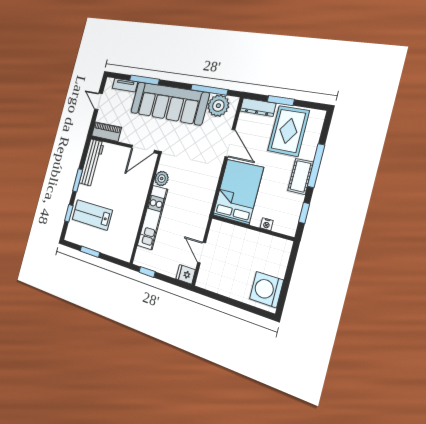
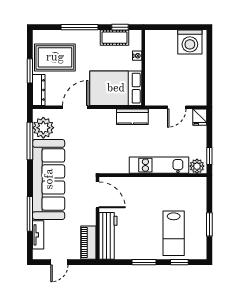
workbench: (92, 163) -> (108, 236), moved, turned 90
cot: (300, 176) -> (115, 38), moved
plant: (162, 179) -> (197, 166), moved
kitchen counter: (205, 202) -> (132, 117), added

